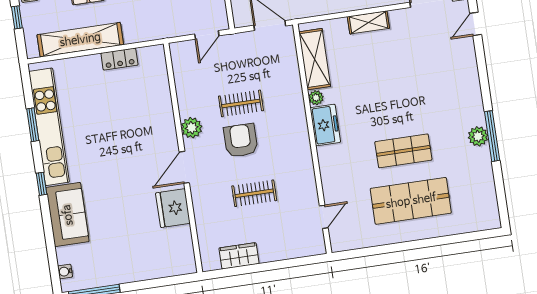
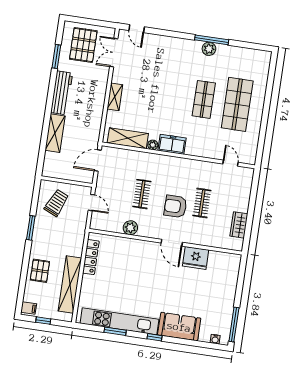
locker: (119, 59) -> (91, 257), width x1.53
plant: (192, 128) -> (130, 228), moved
armchair: (241, 140) -> (175, 206), moved

